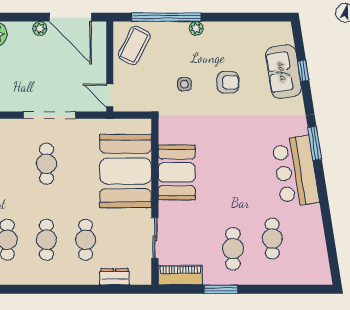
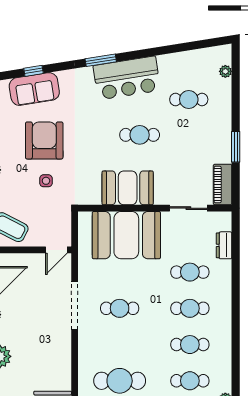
armchair: (228, 82) -> (44, 140), width x1.88, depth x1.88
cafe table: (233, 249) -> (140, 135), moved
plant: (303, 278) -> (225, 71), added

